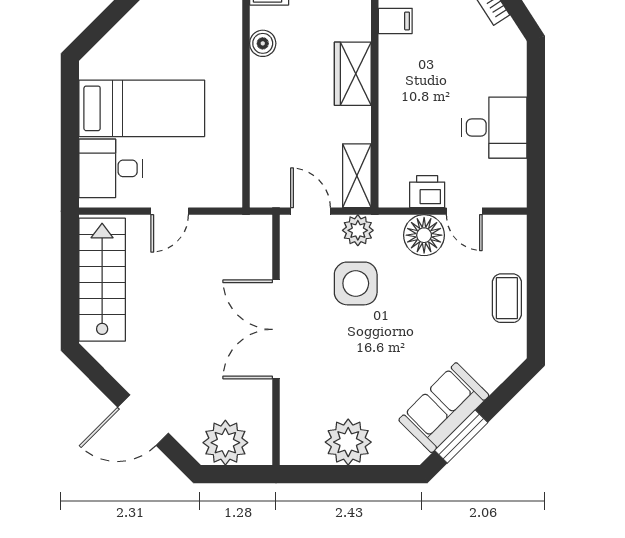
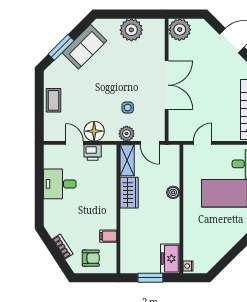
boiler: (263, 43) -> (173, 192), moved
wardrobe: (353, 74) -> (129, 193), moved
door: (170, 211) -> (203, 143), moved
side table: (356, 283) -> (128, 108), width x0.54, depth x0.54
window: (461, 437) -> (61, 47), moved
plant: (225, 443) -> (180, 30), moved

